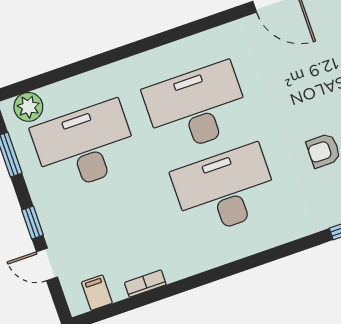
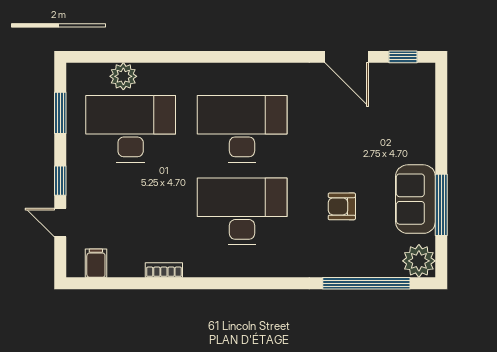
plant: (28, 107) -> (123, 76), moved
bookcase: (145, 284) -> (164, 270), moved

